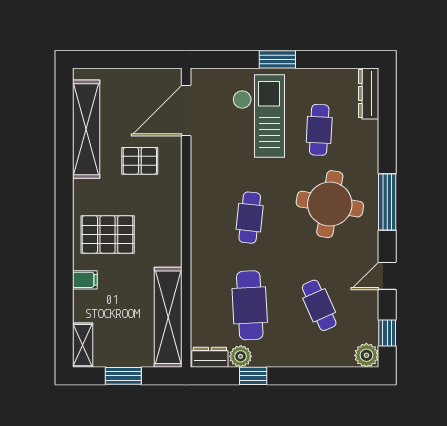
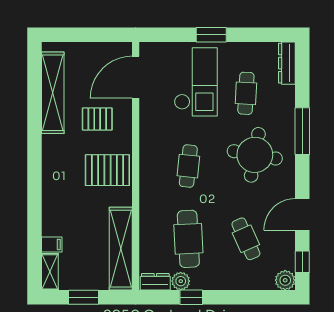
window: (387, 202) -> (302, 131), moved
pallet: (108, 234) -> (107, 170), moved
door: (387, 276) -> (302, 214), width x1.38
filing cabinet: (85, 280) -> (52, 244), moved

